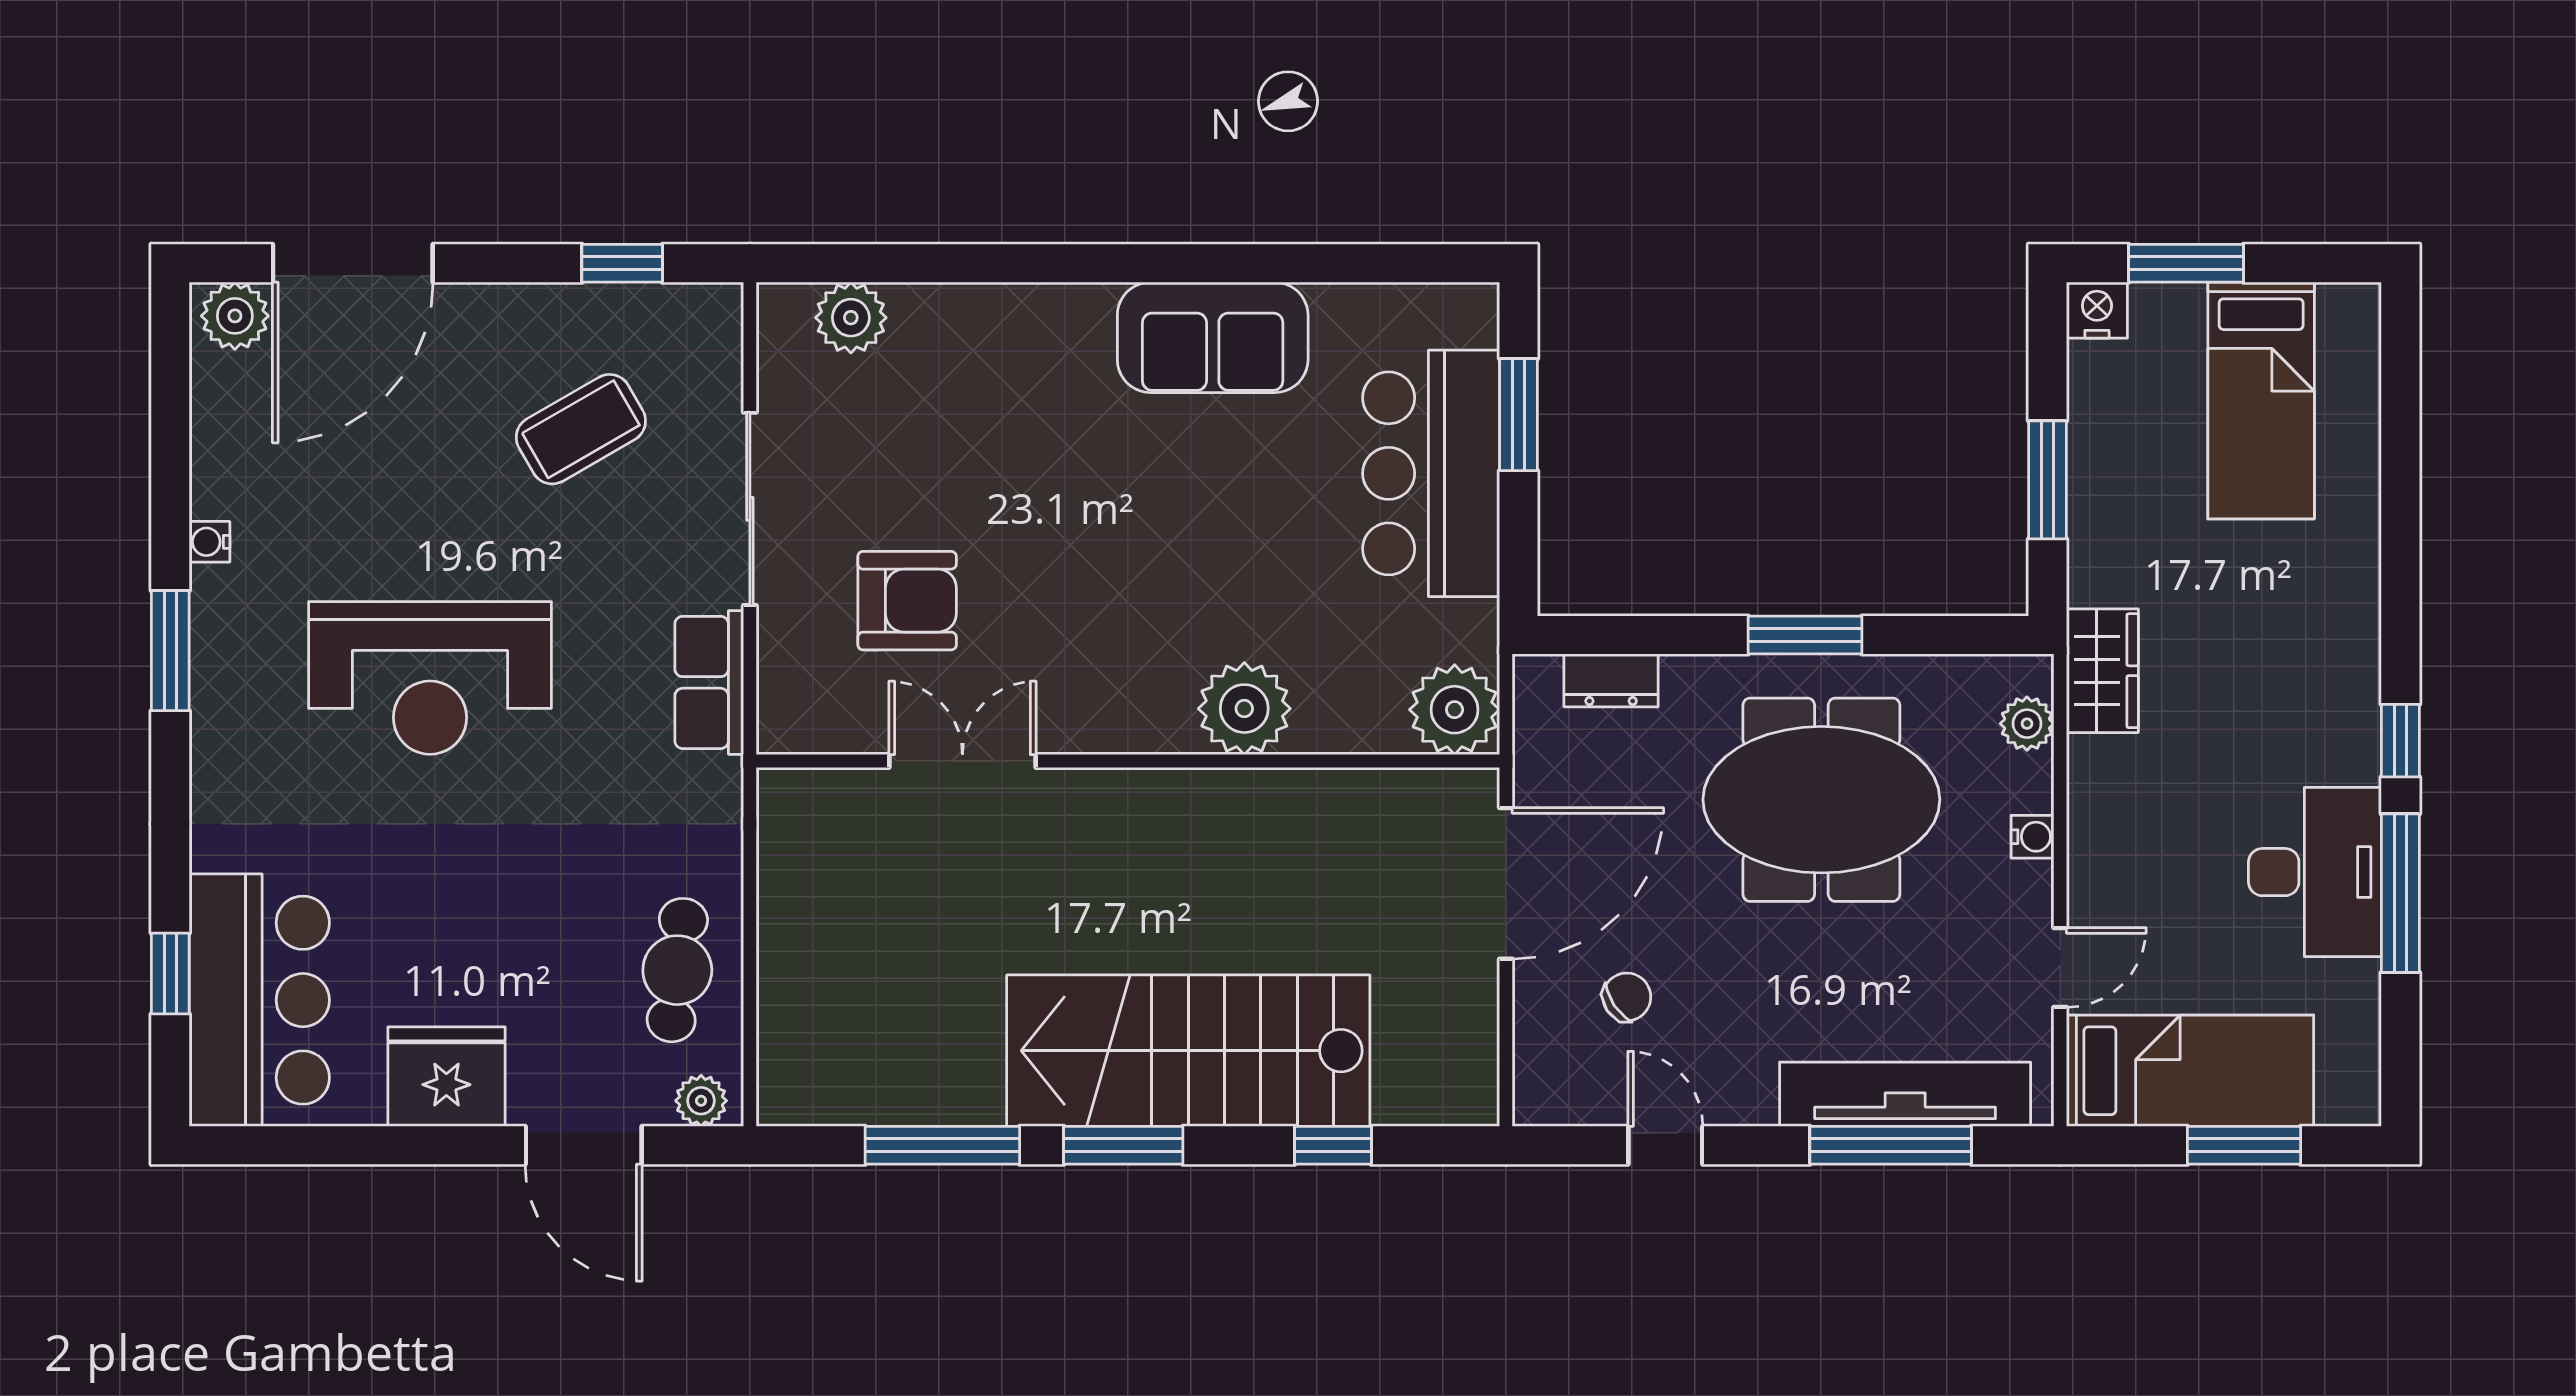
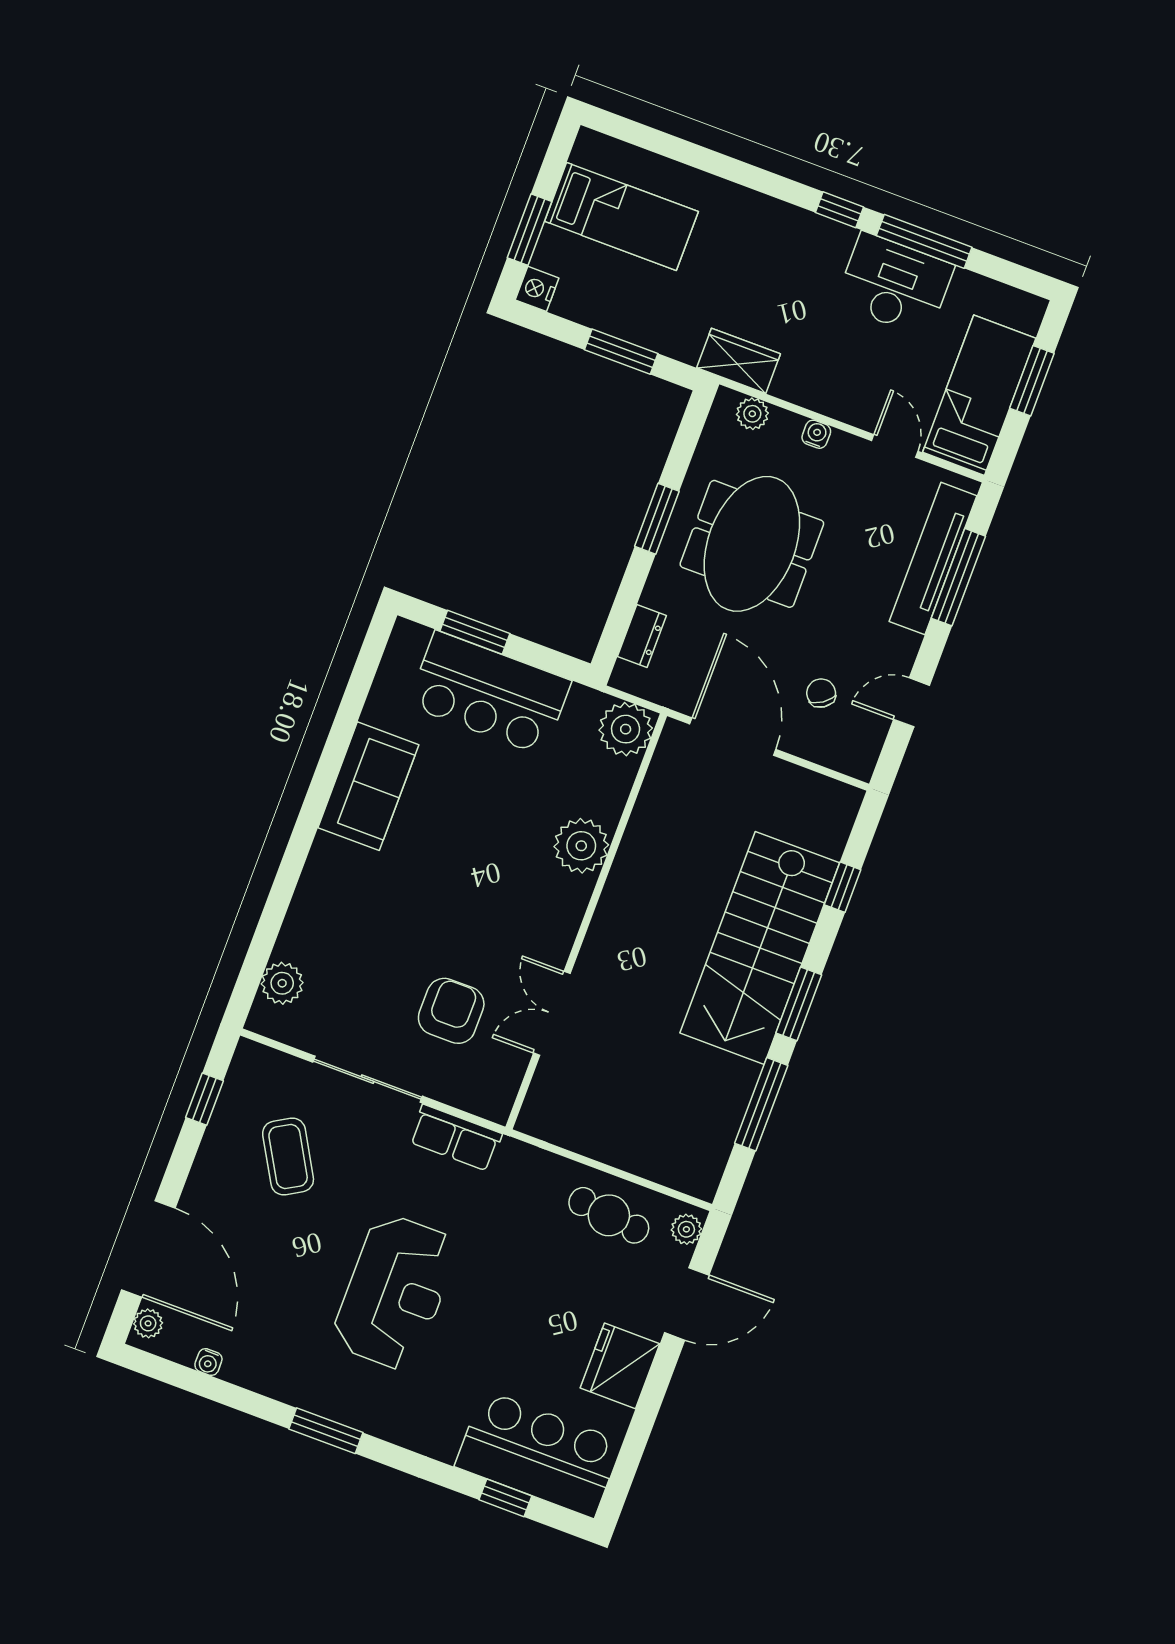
plant: (235, 316) -> (148, 1323), width x0.73, depth x0.73
water cooler: (210, 542) -> (208, 1362), moved

